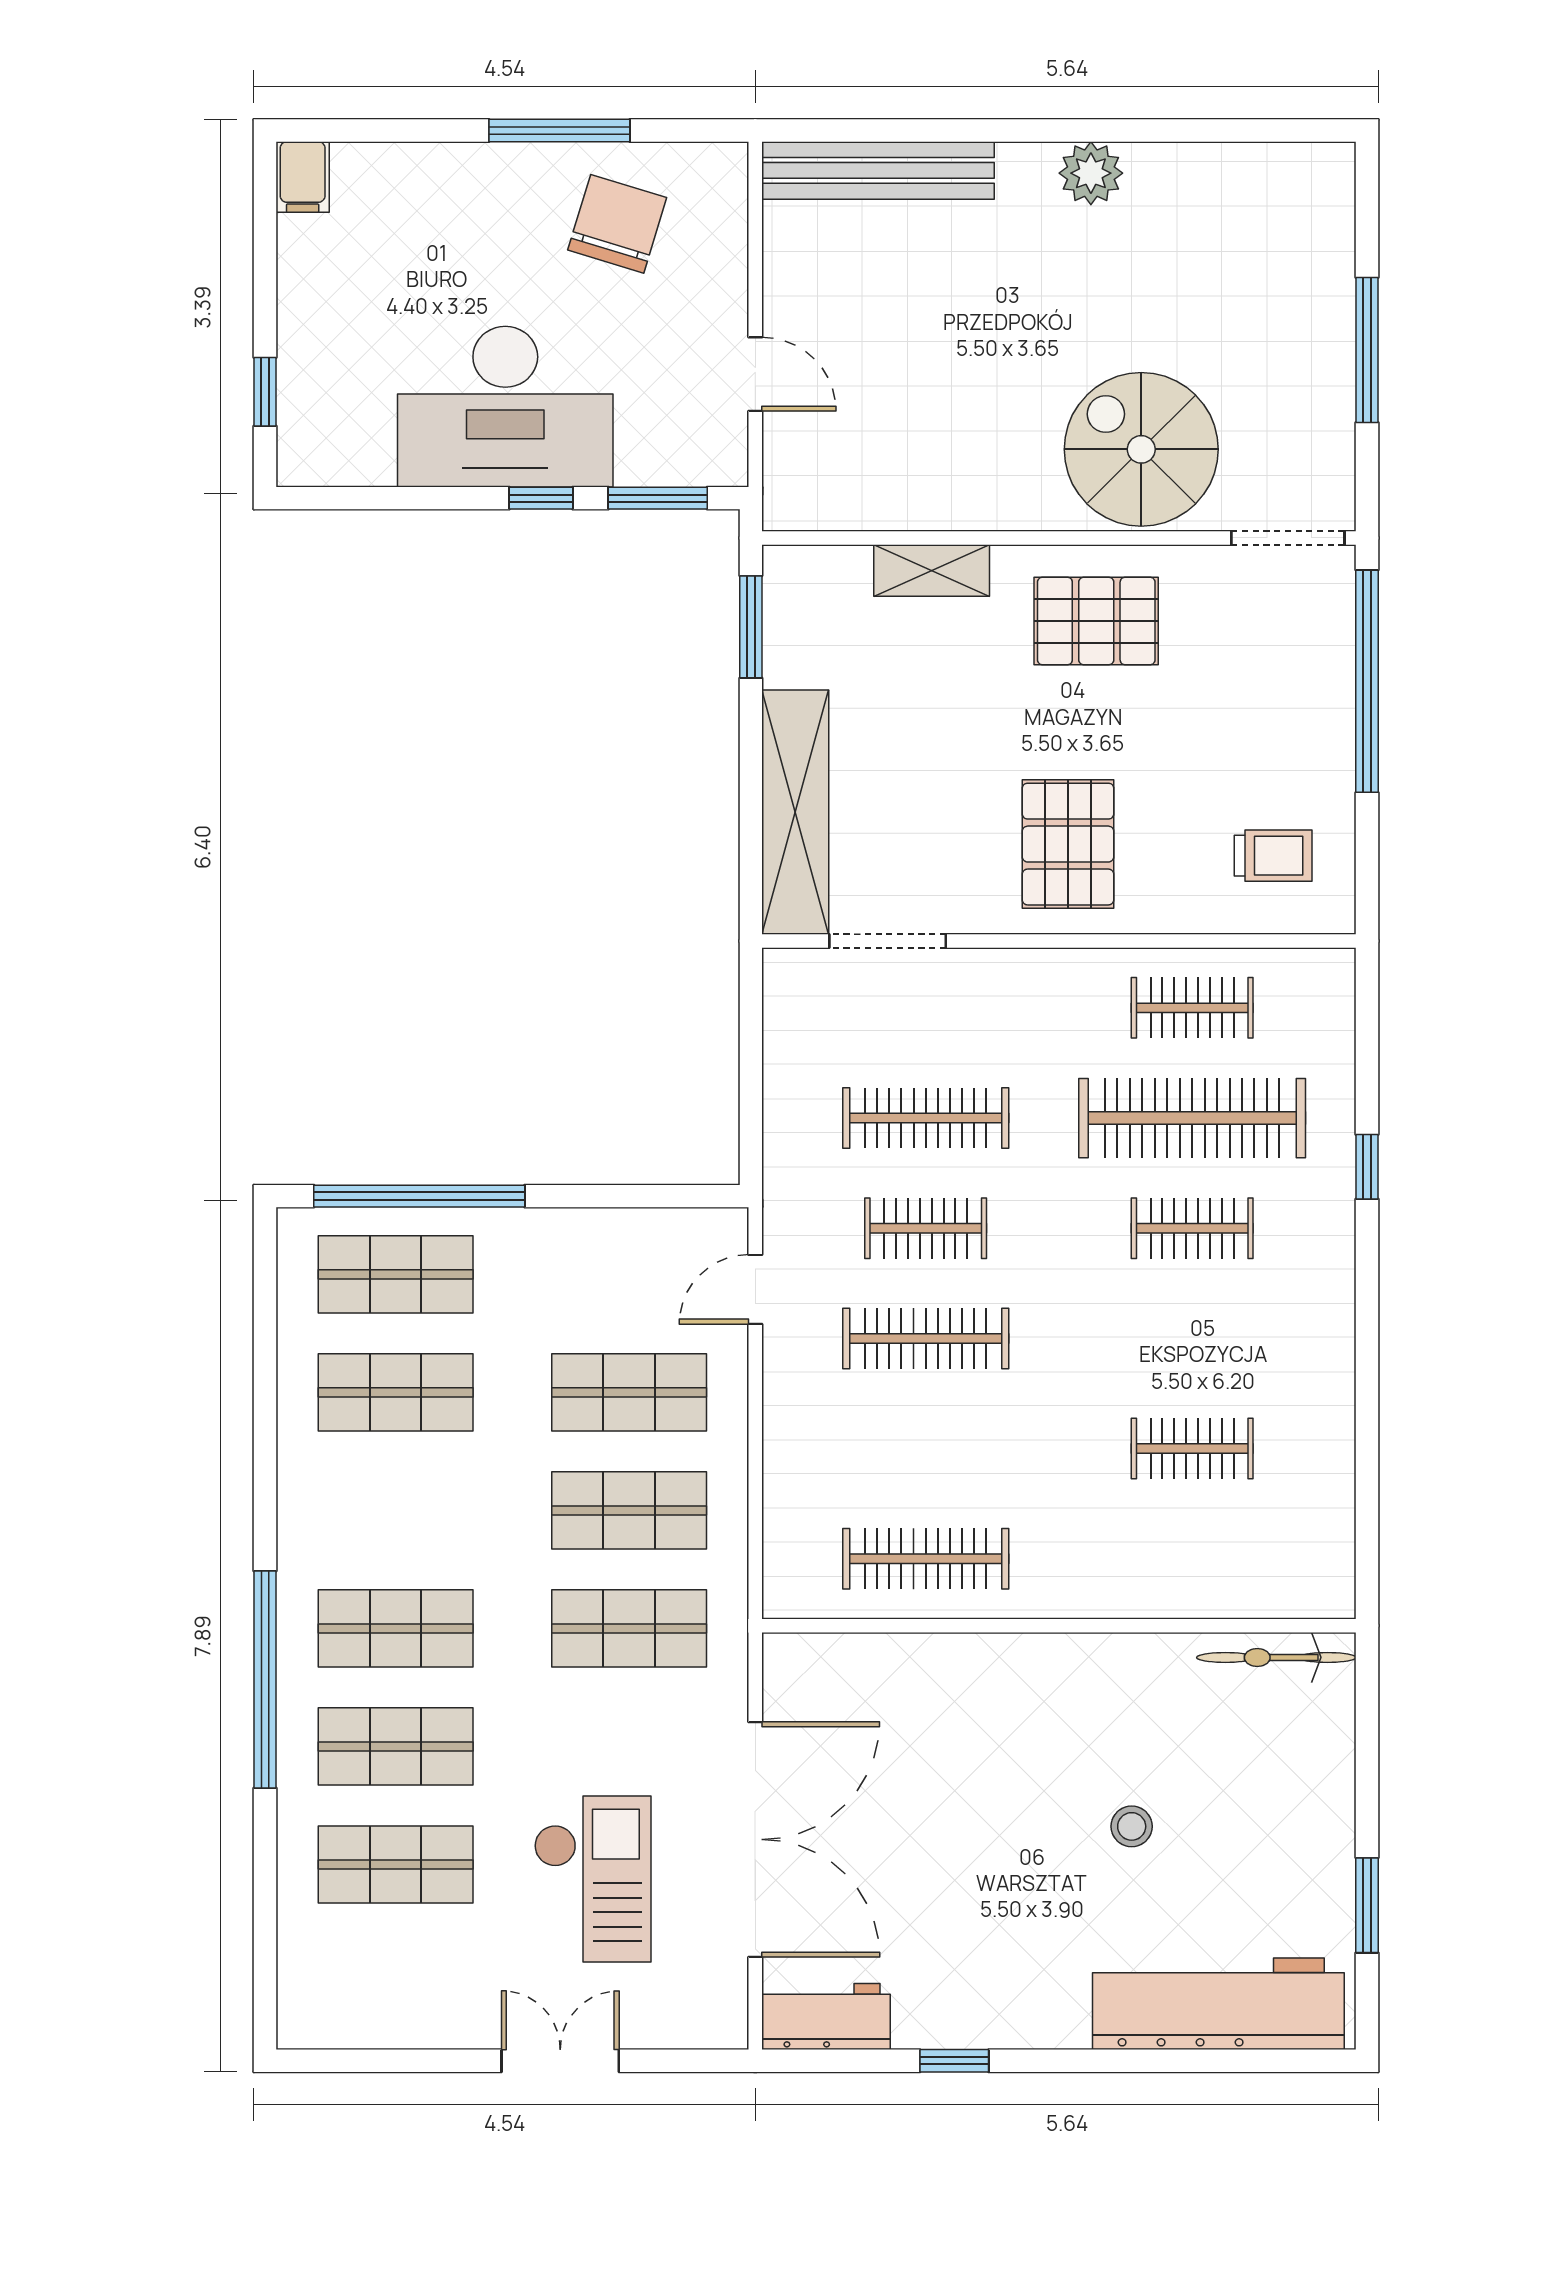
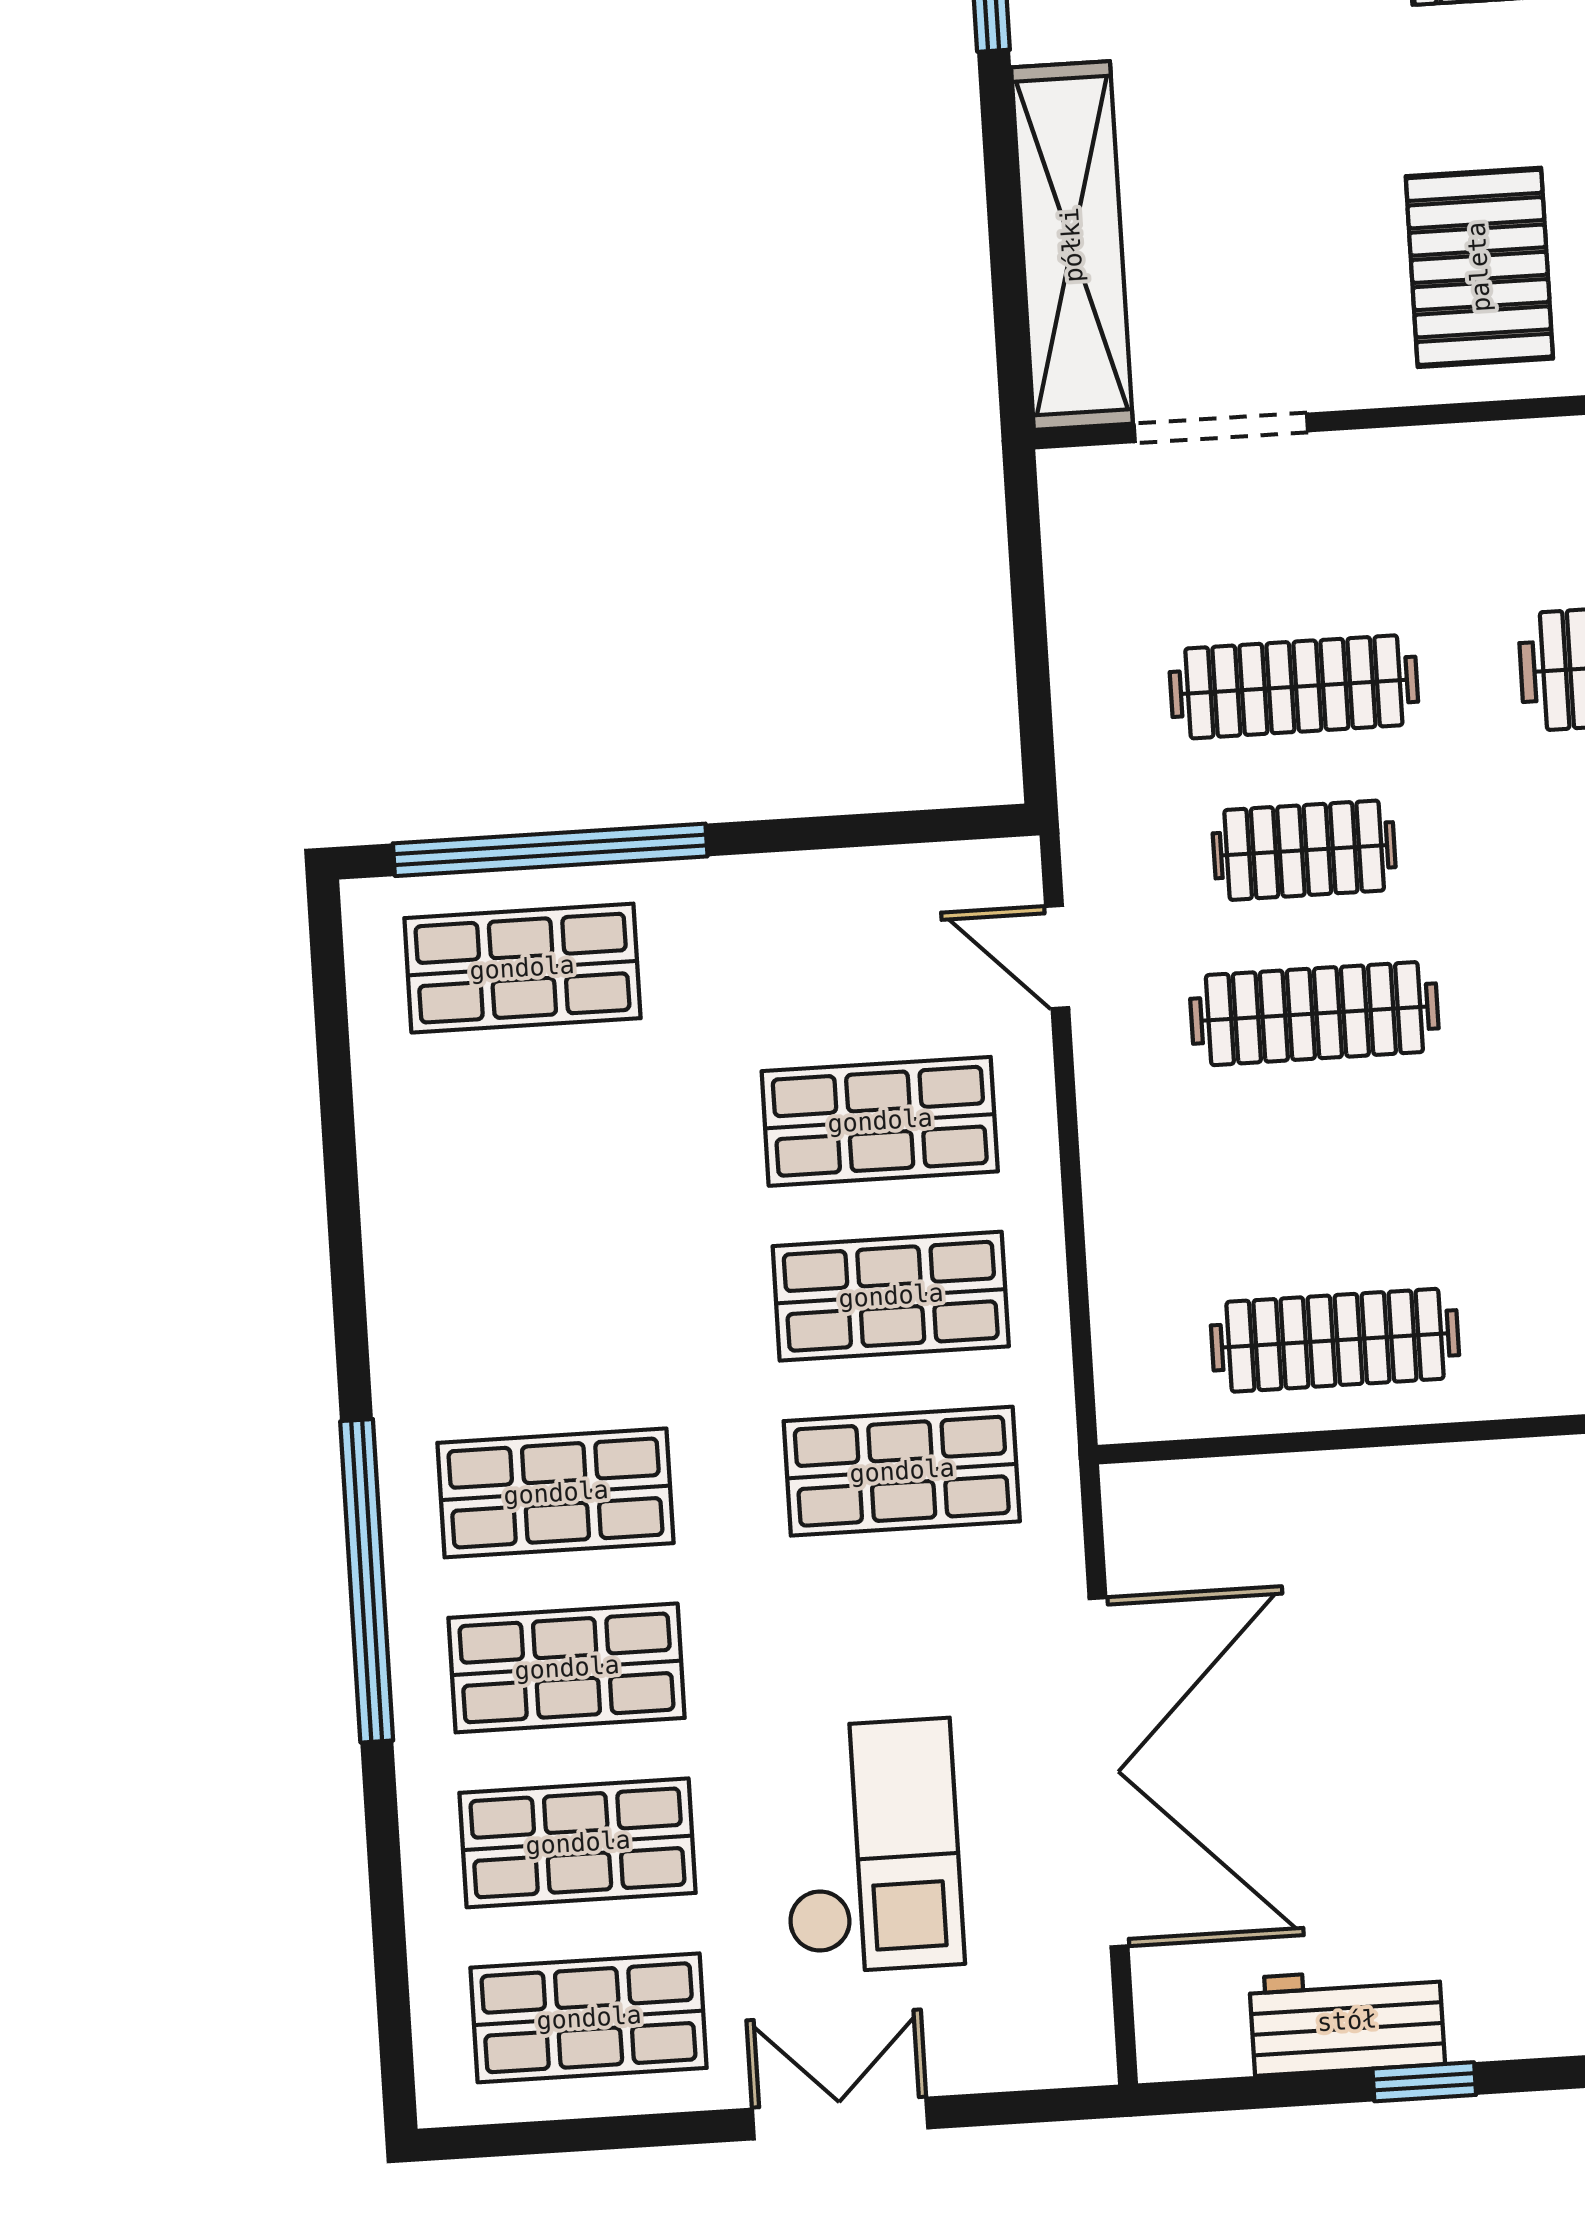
door: (755, 1289) -> (1057, 957), hinge flipped
shop shelf: (396, 1392) -> (589, 2018), moved
workbench: (826, 2017) -> (1347, 2021), moved

